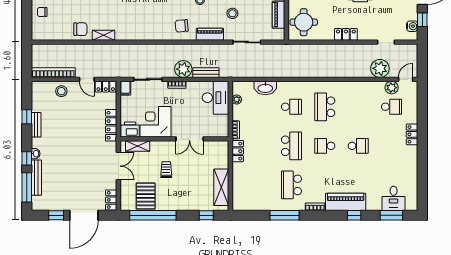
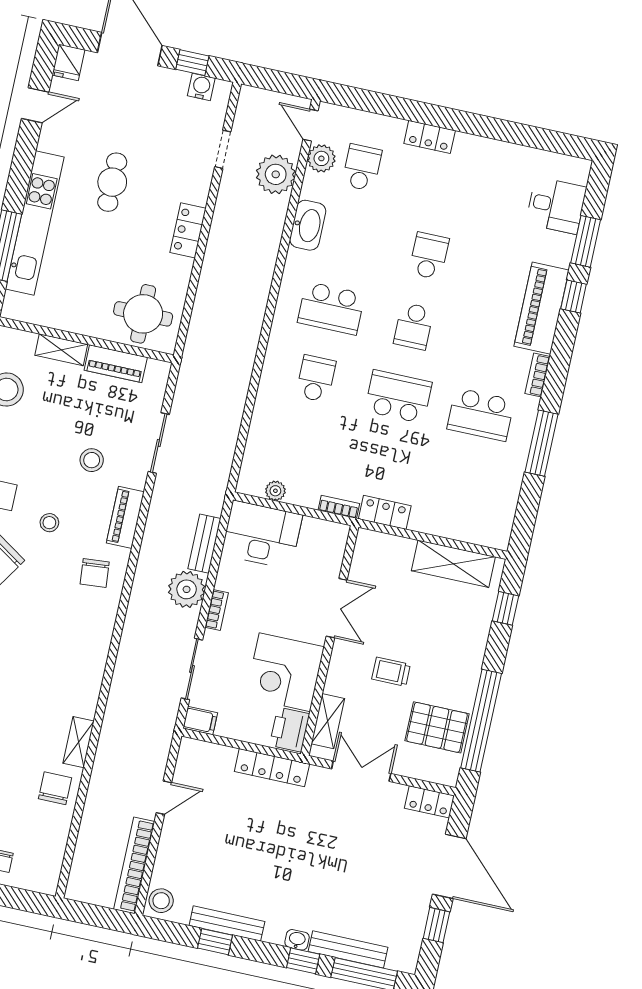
locker: (106, 87) -> (188, 761), removed
washbasin: (265, 88) -> (308, 225), moved
stool: (61, 91) -> (161, 901), moved
bench: (36, 125) -> (227, 924), width x1.36
window: (391, 215) -> (586, 241), moved

